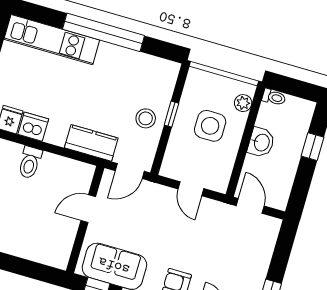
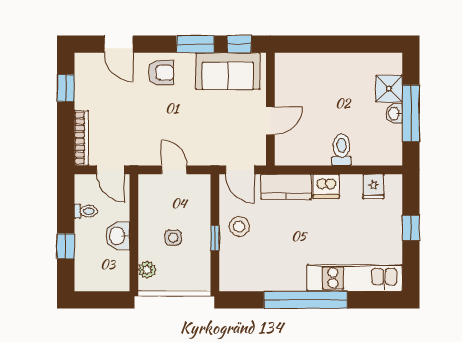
toilet: (274, 97) -> (86, 211), moved, turned 180
side table: (210, 126) -> (173, 238), width x0.54, depth x0.54
dishwasher: (33, 127) -> (326, 186), moved
door: (130, 171) -> (240, 170), swing flipped
bookcase: (269, 243) -> (81, 138), added

